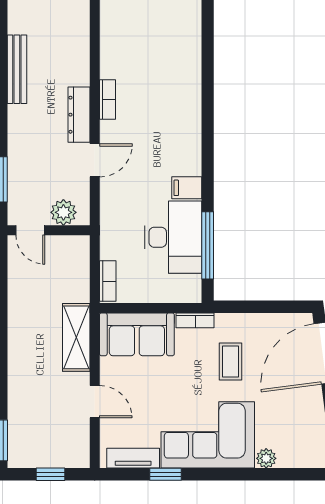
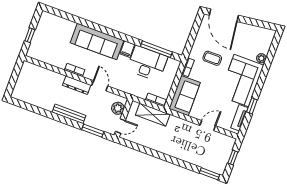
bench: (17, 69) -> (69, 114), moved
sofa: (180, 123) -> (97, 42), added
shelving: (76, 337) -> (153, 115), moved

